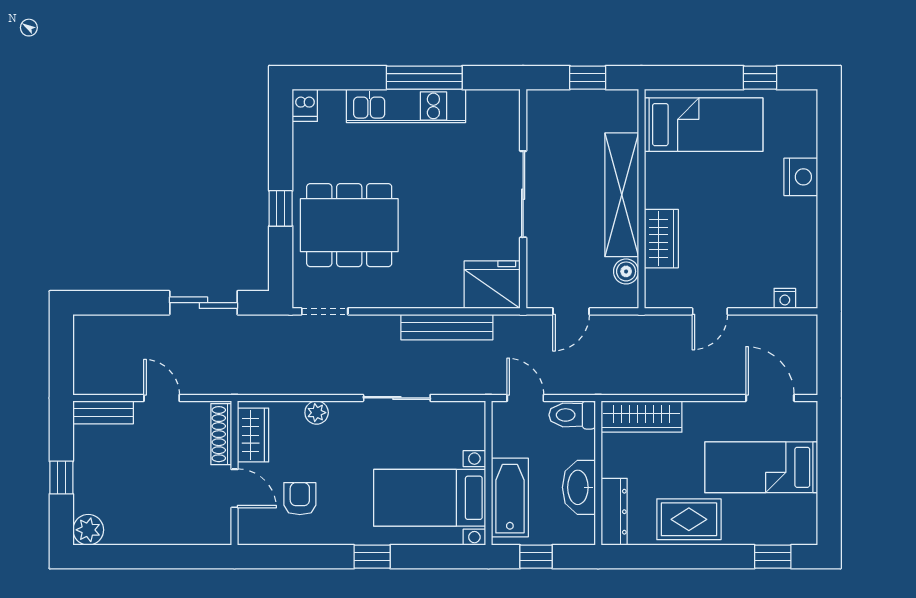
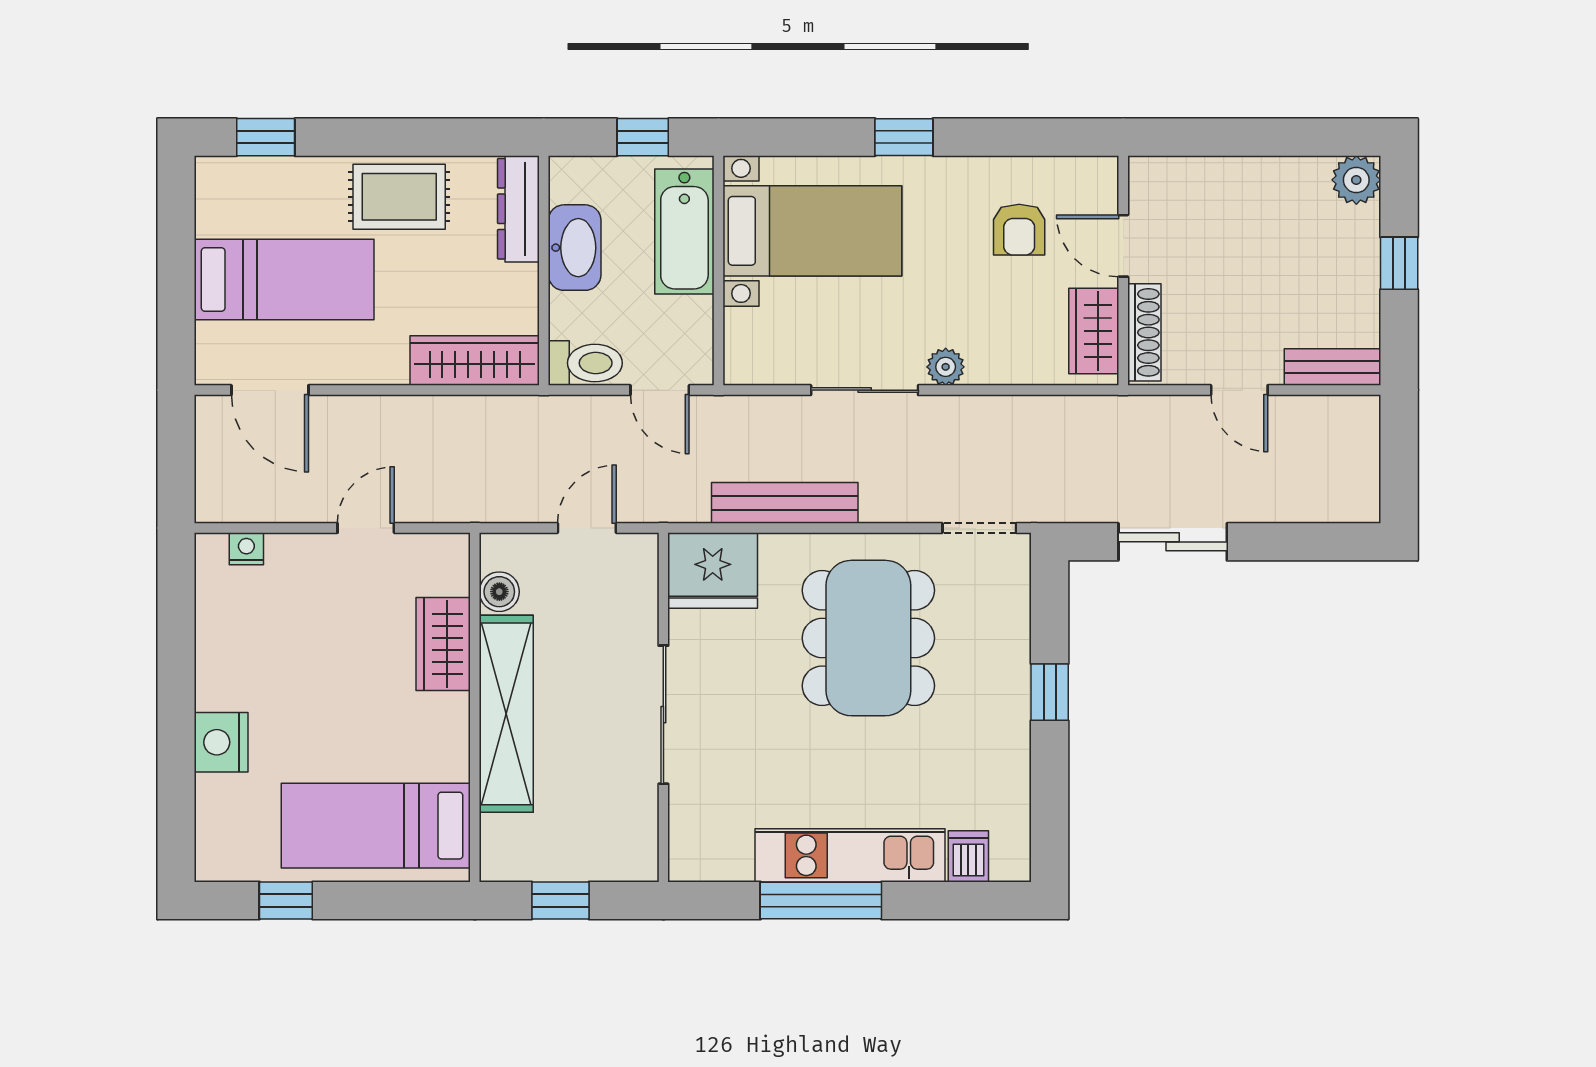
dishwasher: (305, 105) -> (968, 856), moved
dining table: (349, 225) -> (868, 638), moved, turned 90
plant: (317, 413) -> (946, 367), moved

